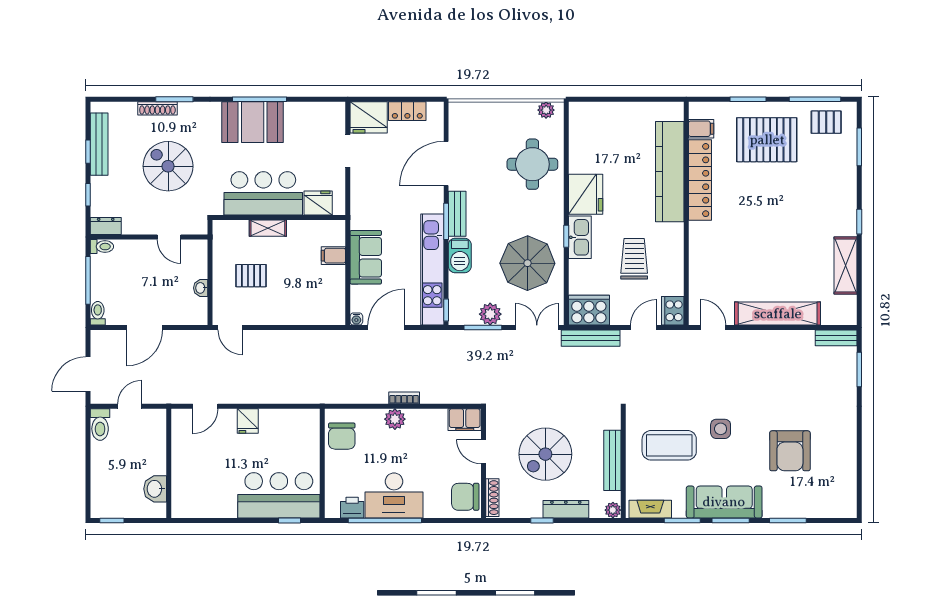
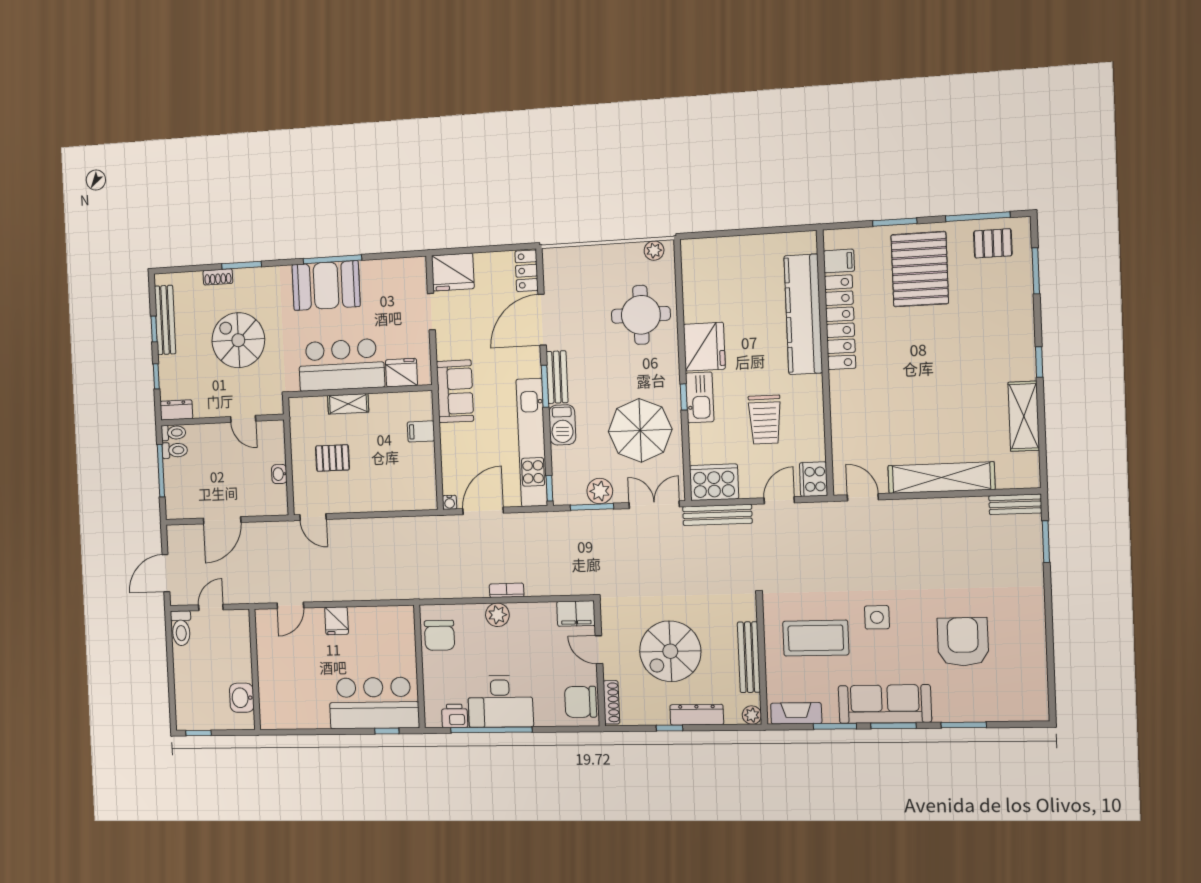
shoe rack: (157, 108) -> (218, 277), width x0.70
locker: (407, 111) -> (527, 271), moved, turned 90
pallet: (767, 140) -> (920, 269), turned 90
sofa: (366, 257) -> (455, 391), moved
trolley: (634, 259) -> (765, 420), turned 180
toilet: (98, 313) -> (175, 450), moved, turned 90
armchair: (790, 451) -> (963, 642), turned 180

